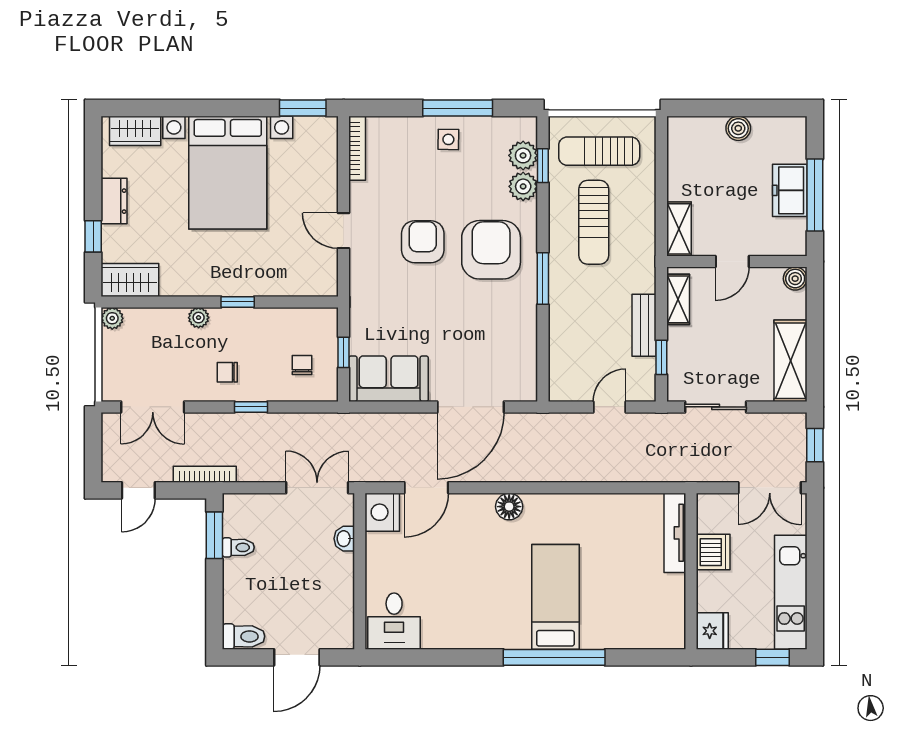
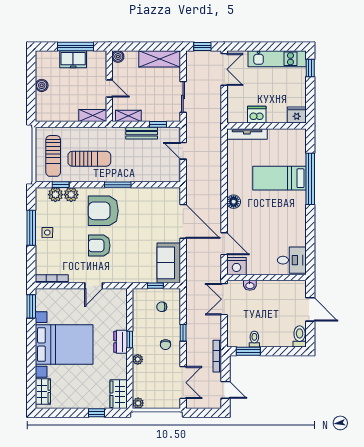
dresser: (114, 201) -> (120, 342), moved, turned -90
tv unit: (675, 533) -> (247, 134), moved
dishwasher: (713, 552) -> (257, 115), moved
wall: (691, 571) -> (266, 126), moved
fridge: (712, 631) -> (297, 115), moved

